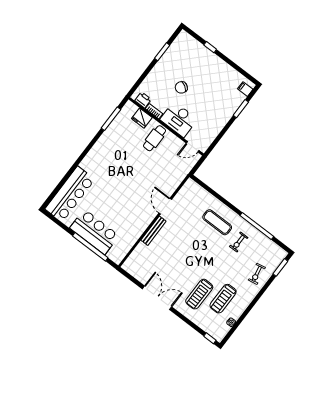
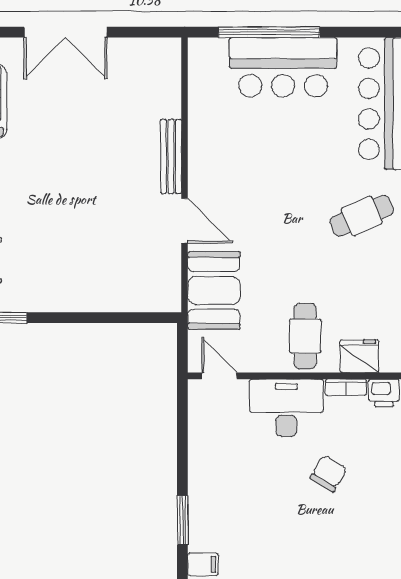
door: (193, 147) -> (219, 376), hinge flipped
cafe table: (106, 163) -> (362, 216), added
booth: (173, 176) -> (214, 290), added
exercise mat: (217, 222) -> (61, 266), removed

